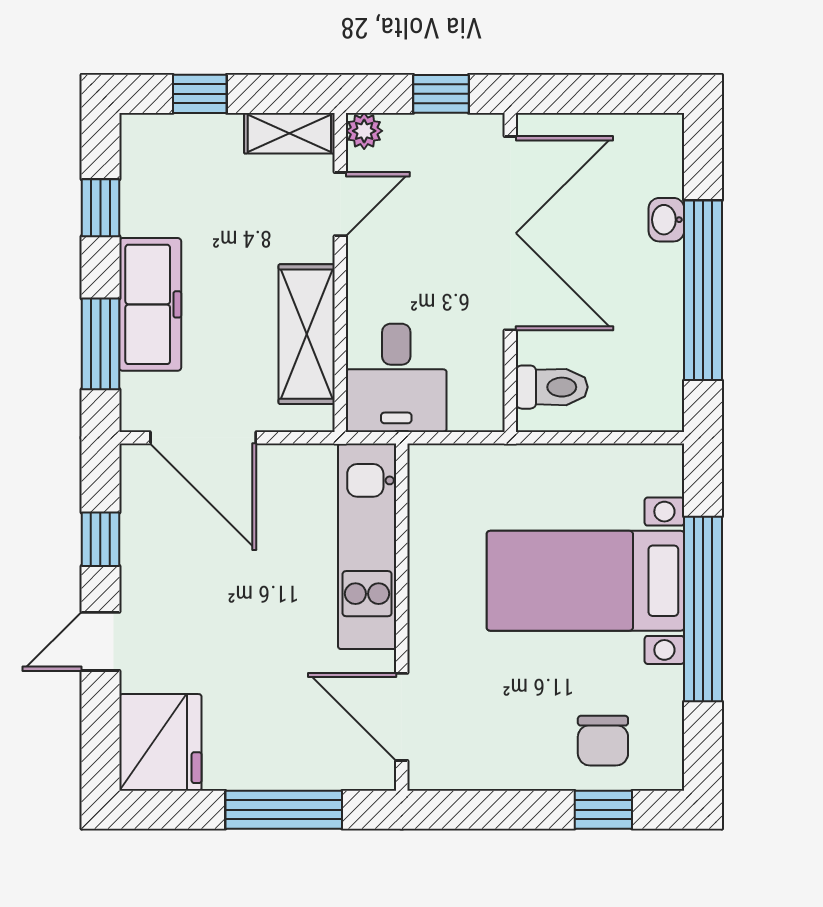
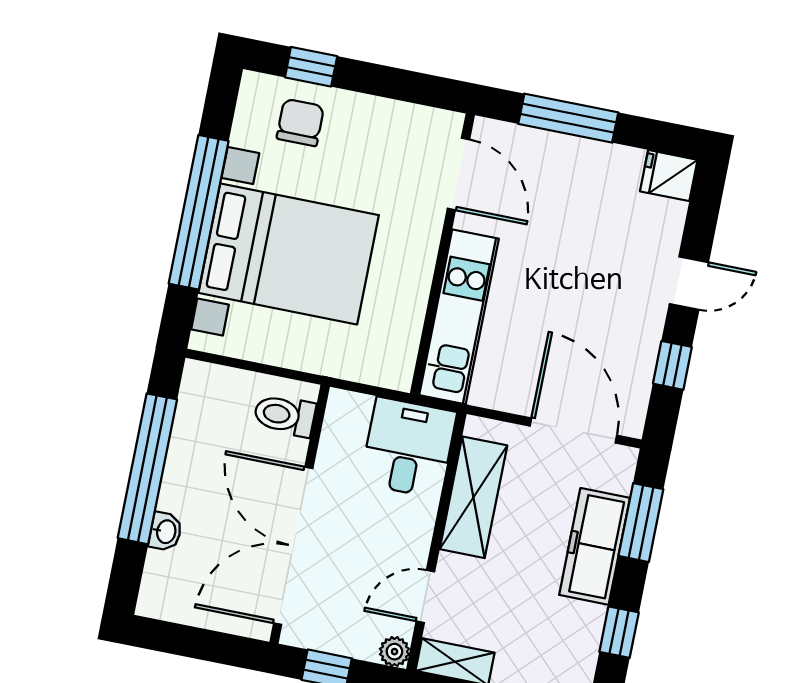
bed with nightstands: (585, 581) -> (289, 254), width x1.36
fridge: (160, 742) -> (669, 176), width x0.53, depth x0.75

